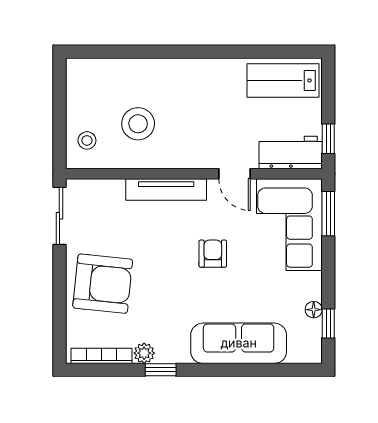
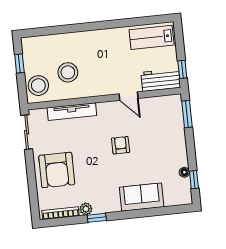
window: (59, 101) -> (19, 63), added
stool: (87, 140) -> (38, 86), width x1.89, depth x1.89
tv unit: (166, 190) -> (72, 112), moved
corner sofa: (289, 225) -> (164, 123), removed
armchair: (103, 284) -> (57, 170), turned 84
sofa: (239, 343) -> (142, 197), width x0.73

